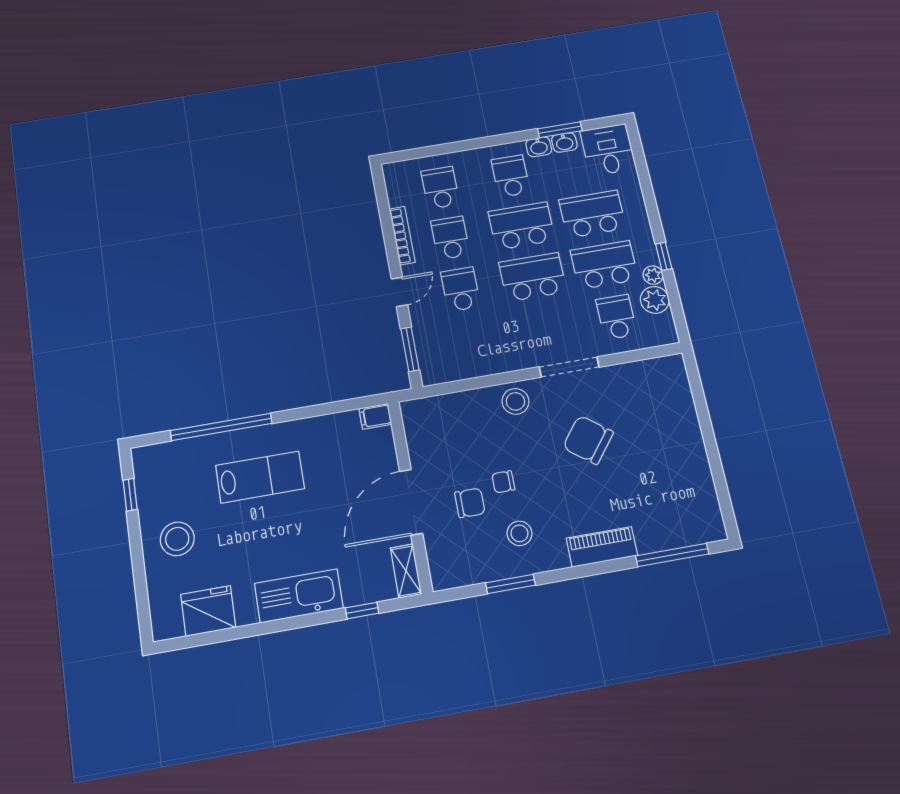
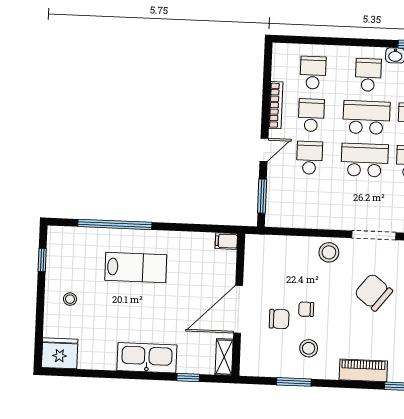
stool: (177, 539) -> (70, 299), width x0.53, depth x0.53
fridge: (208, 611) -> (60, 353), moved

